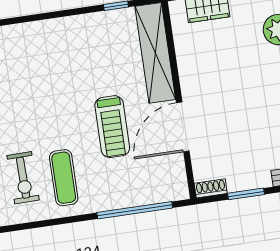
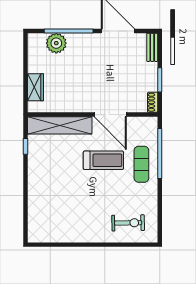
exercise mat: (64, 178) -> (141, 164), moved, turned 90

